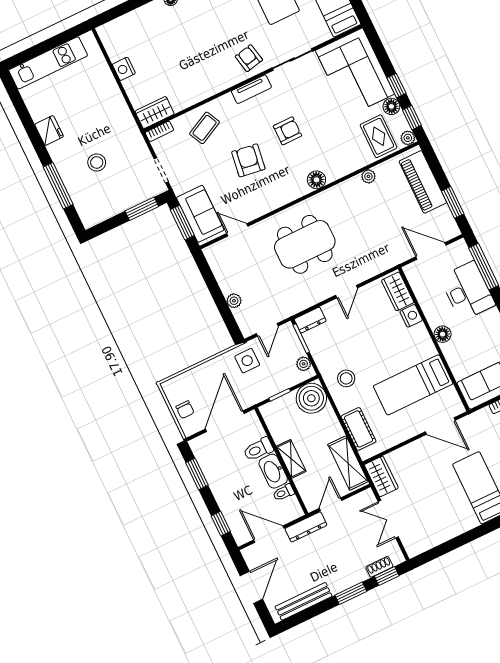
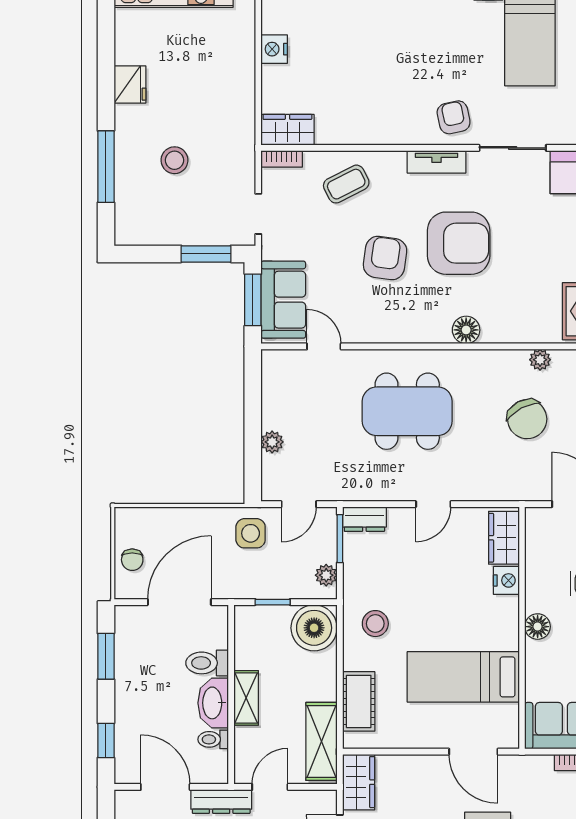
armchair: (287, 131) -> (459, 243), width x1.88, depth x1.88
chair: (378, 215) -> (527, 419), added

